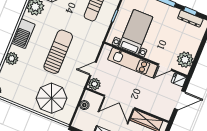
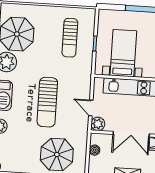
sun lounger: (58, 52) -> (47, 102), turned 180
door: (93, 69) -> (91, 108), hinge flipped

